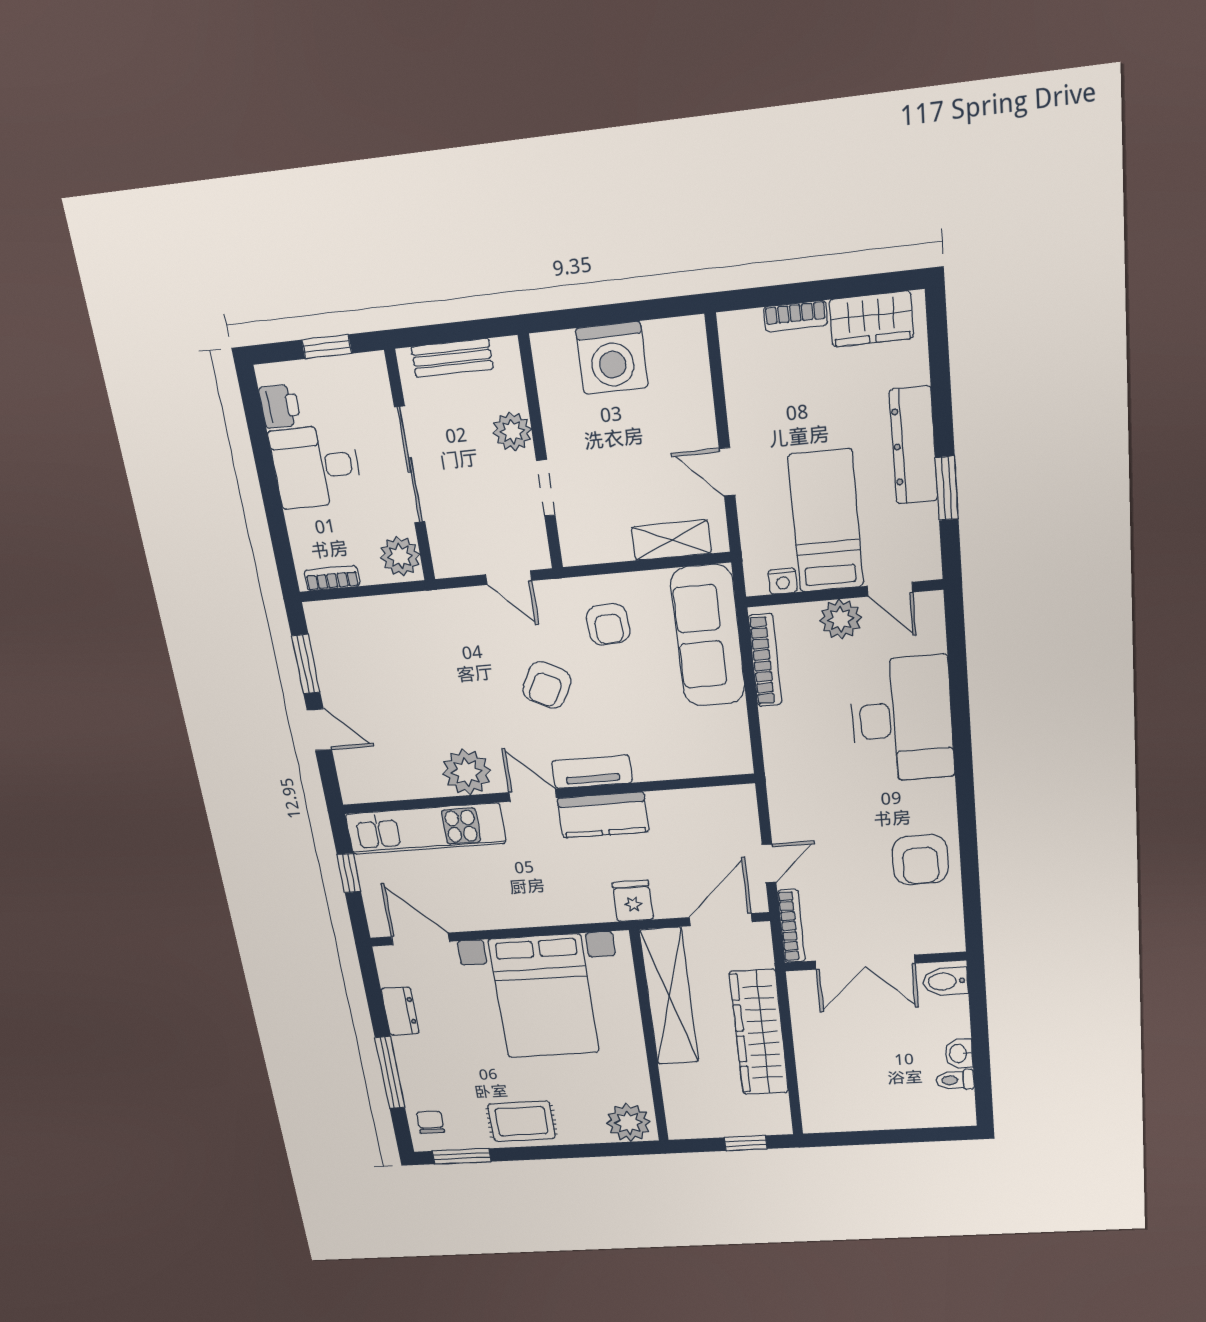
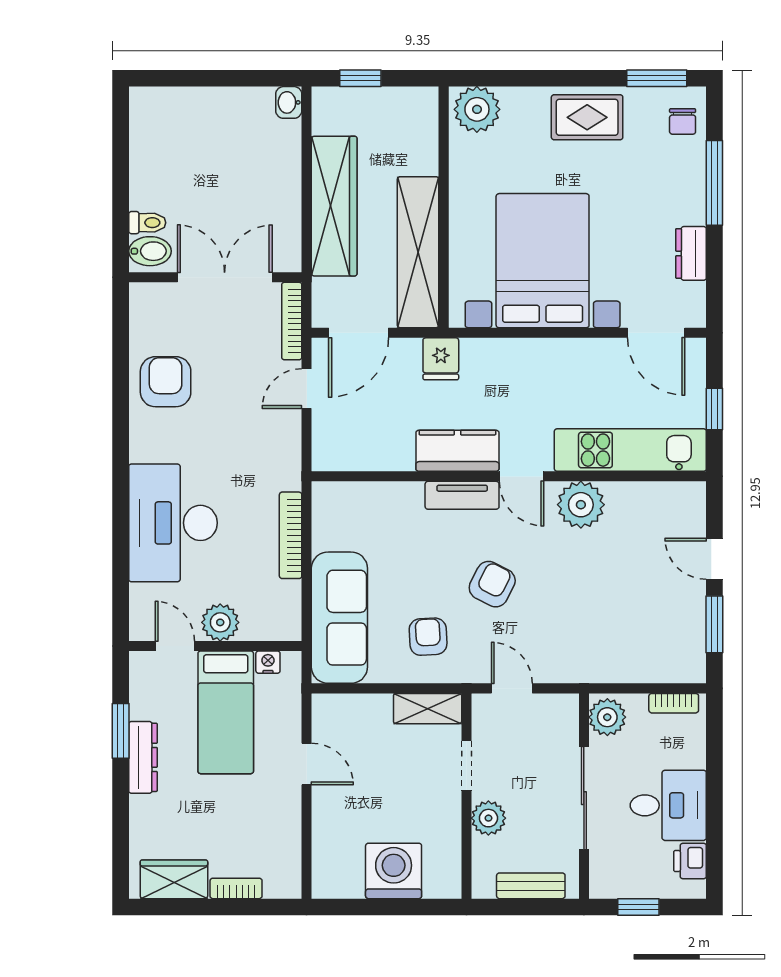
dresser: (913, 445) -> (143, 757), width x0.73, depth x0.80
shelving: (671, 540) -> (428, 709), moved
bookcase: (765, 660) -> (291, 535), moved
washbasin: (959, 1054) -> (289, 102), moved, turned 180
toilet: (955, 1080) -> (147, 223), moved

